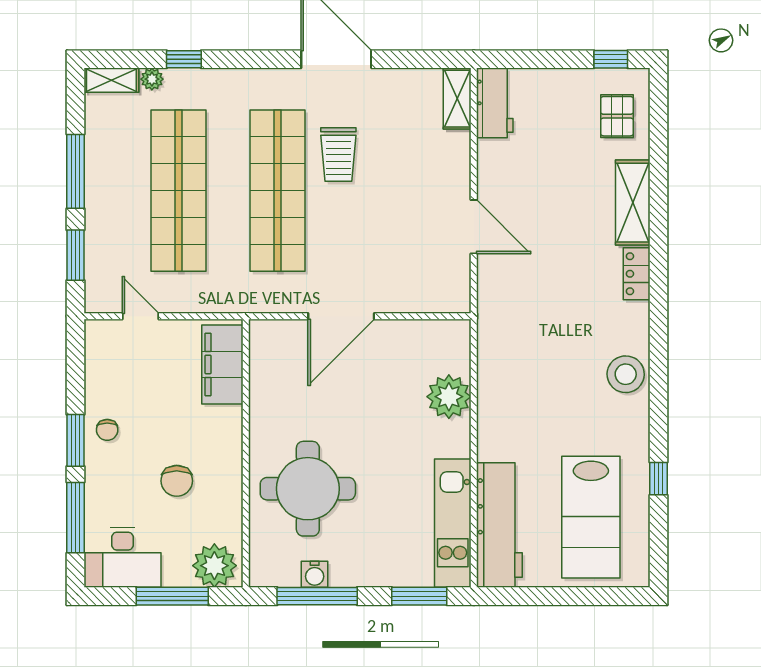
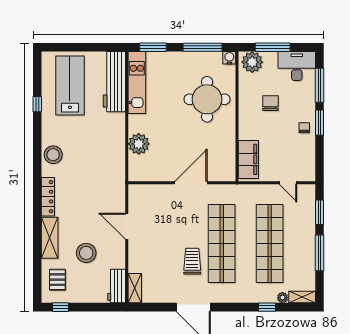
stool: (557, 171) -> (86, 253), added
locker: (637, 274) -> (48, 197), width x1.53
water cooler: (315, 574) -> (229, 58), moved

